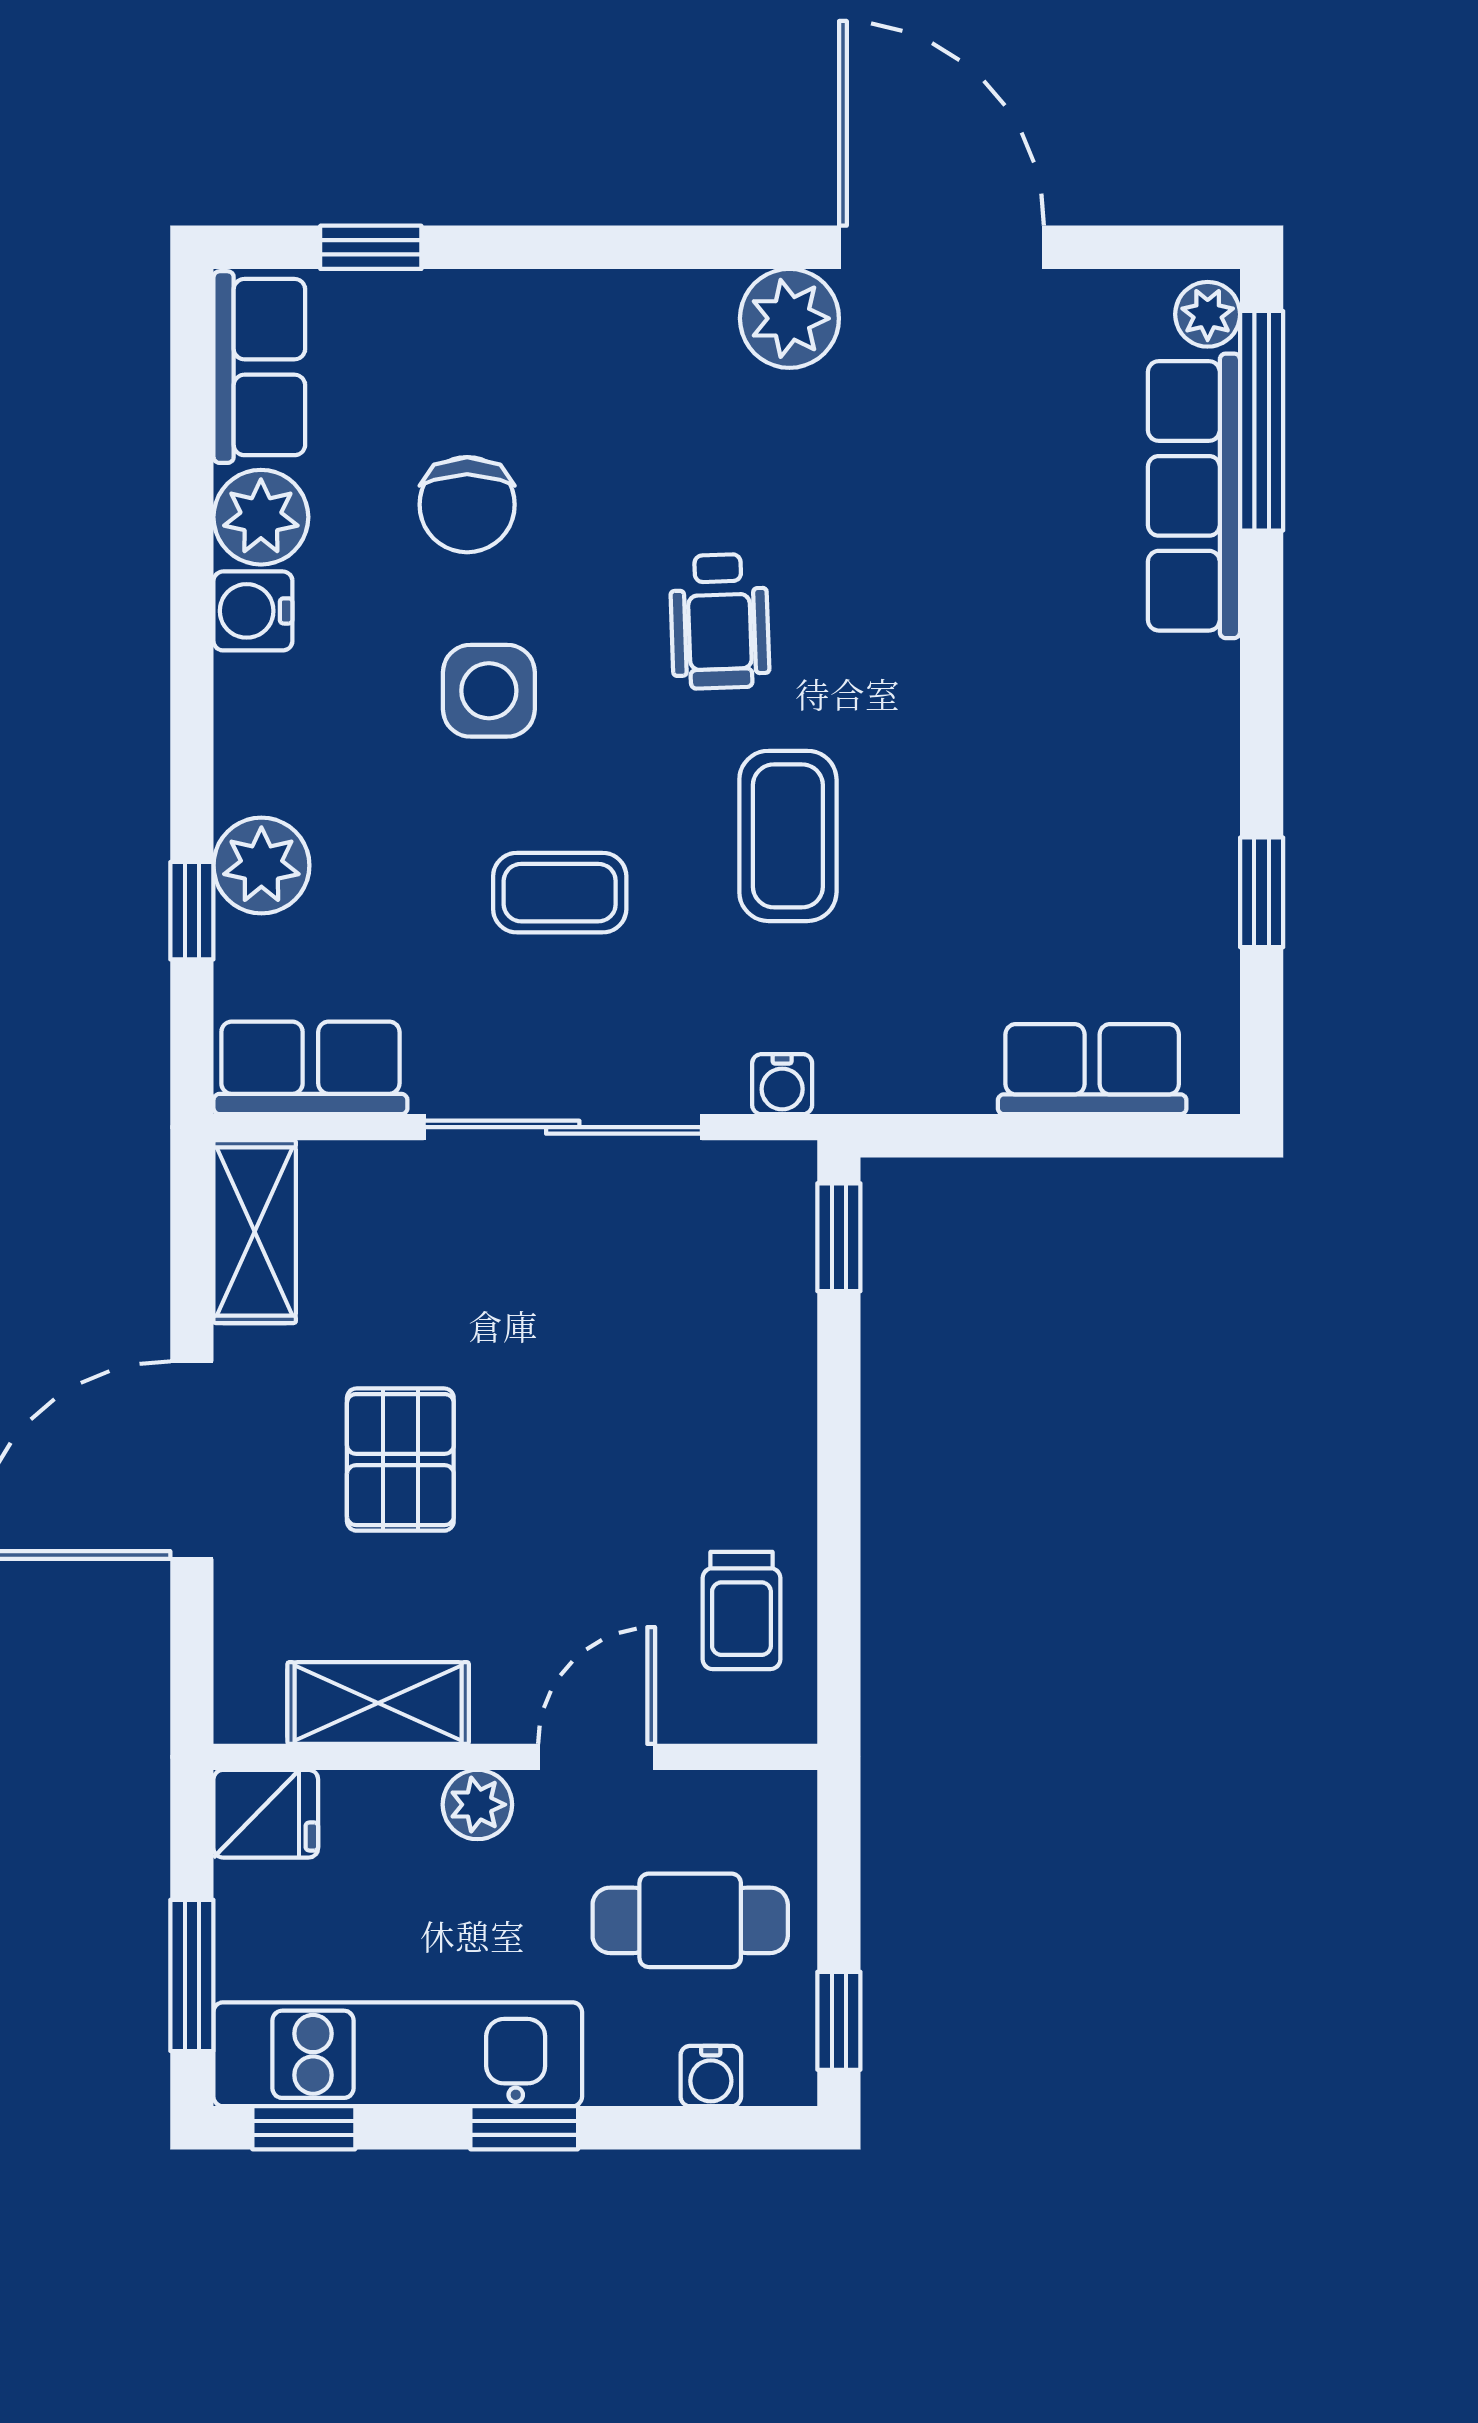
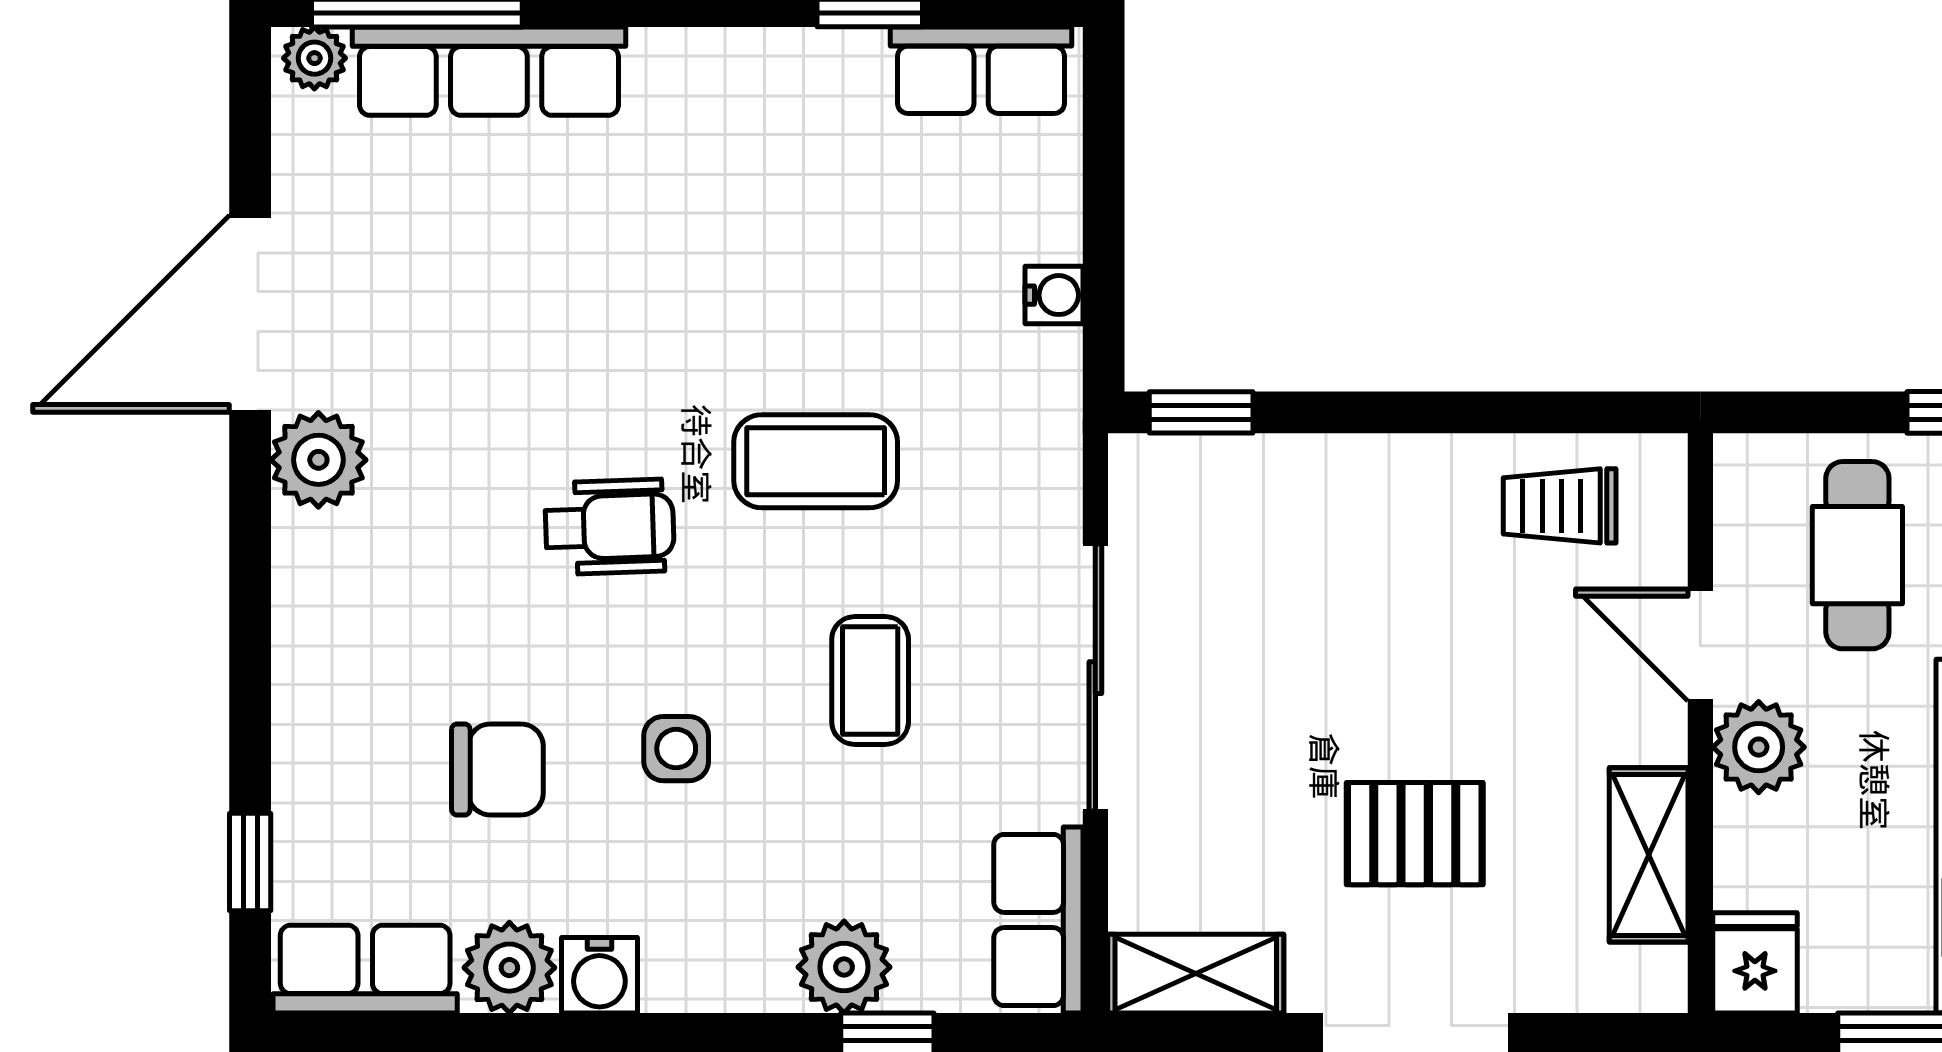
side table: (489, 691) -> (676, 749), width x0.73, depth x0.73
row of seats: (1092, 1069) -> (981, 70), moved, turned -90
water cooler: (782, 1084) -> (1054, 295), moved
trolley: (741, 1610) -> (1560, 506), turned 180
plant: (477, 1805) -> (1759, 747), width x1.38, depth x1.38

